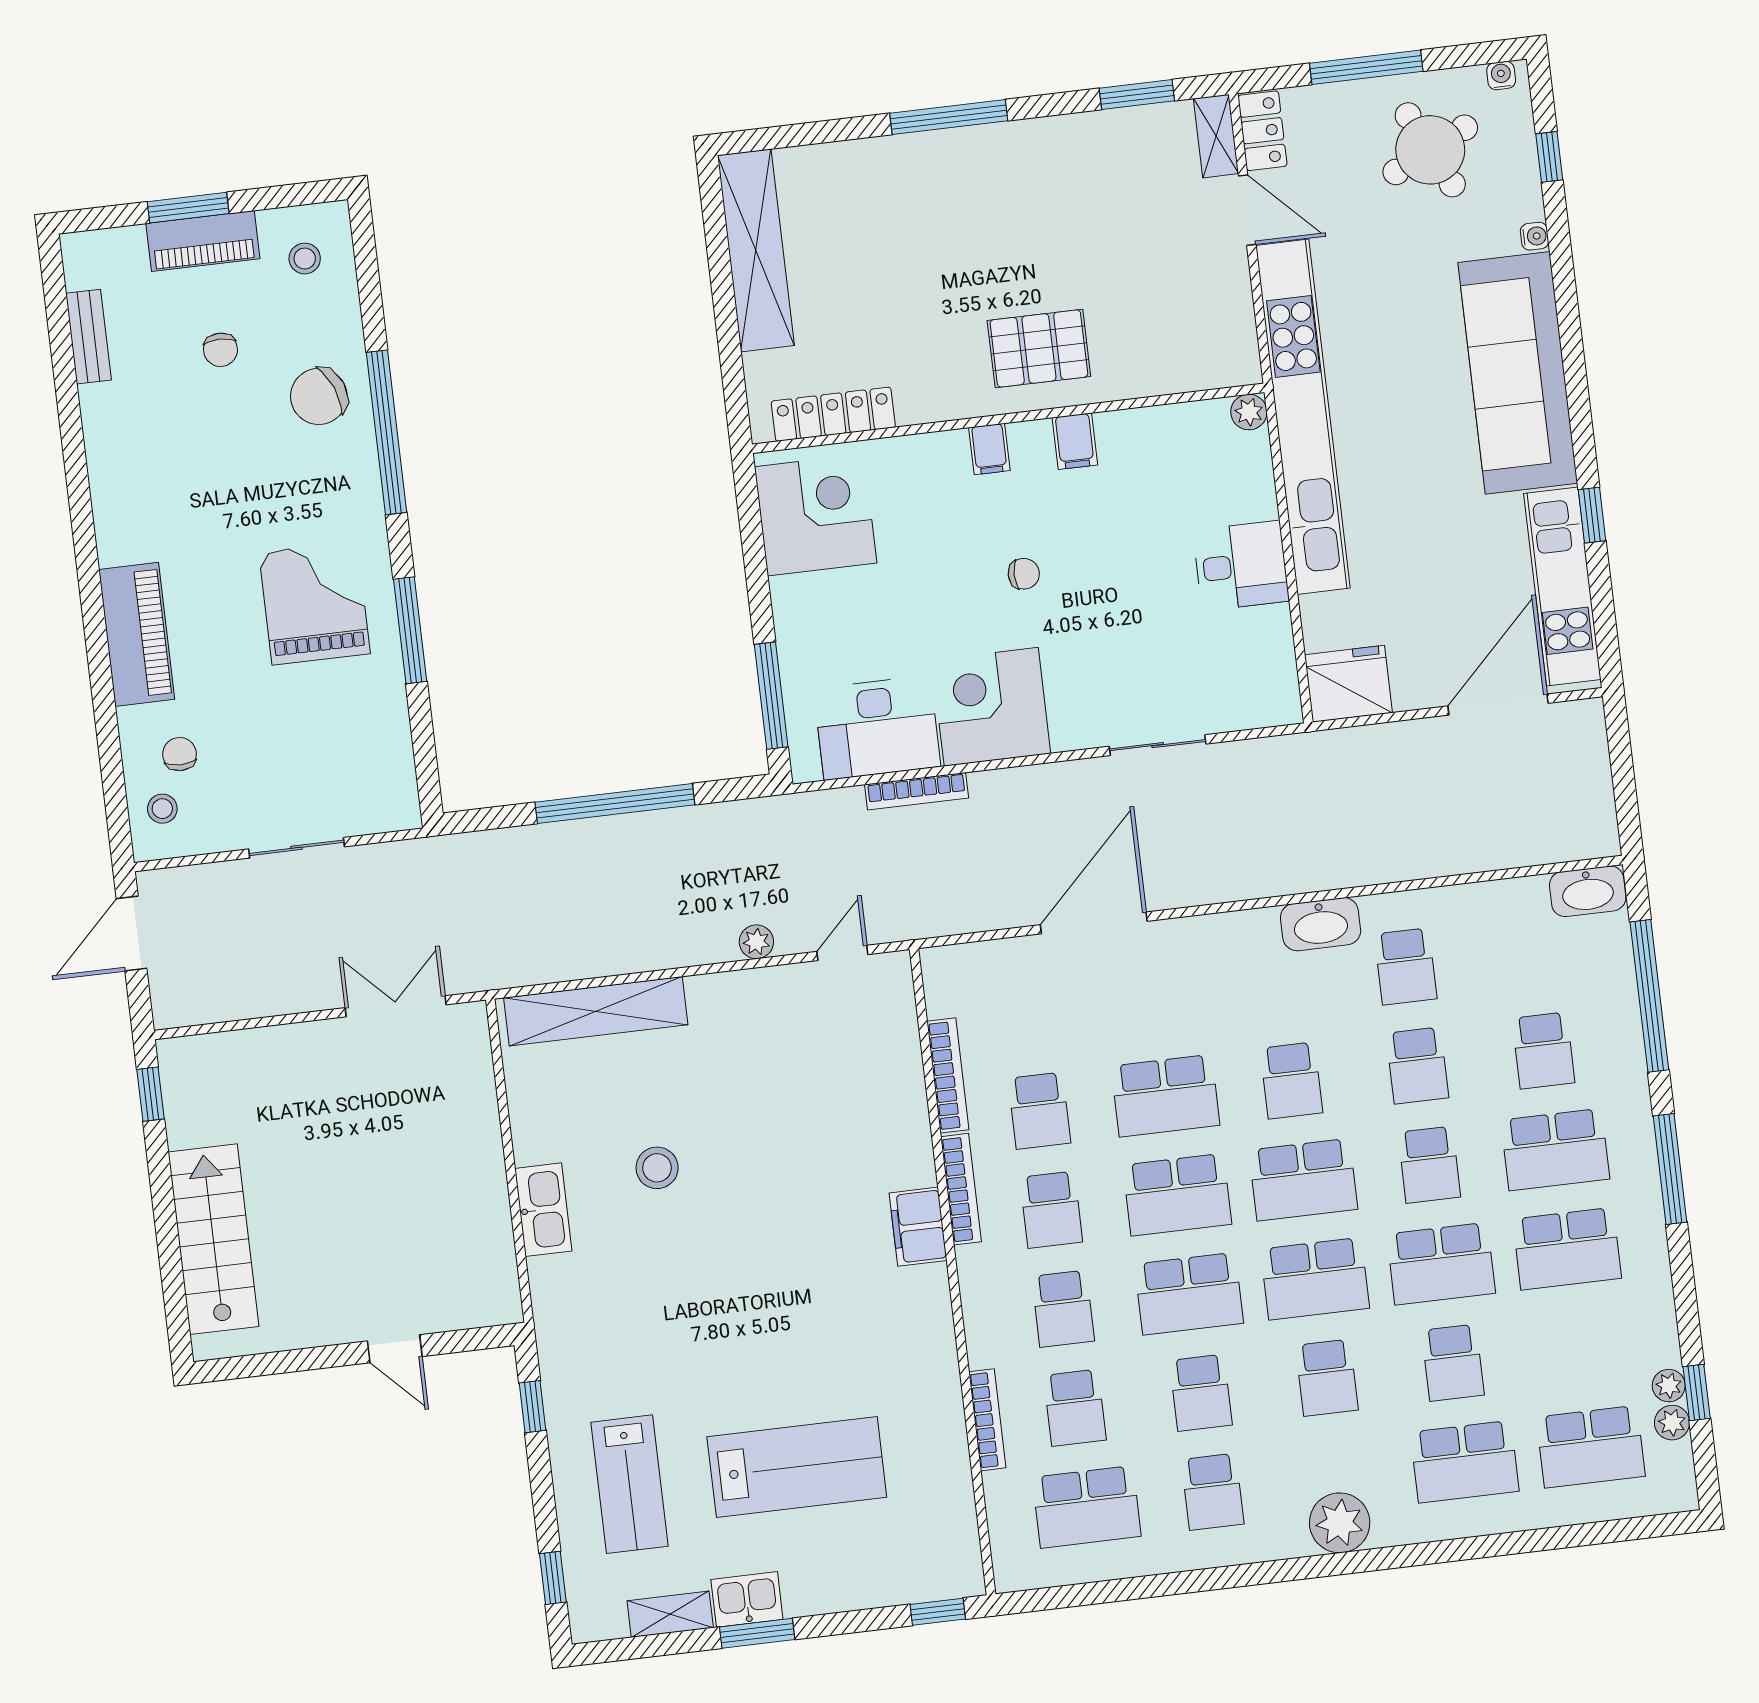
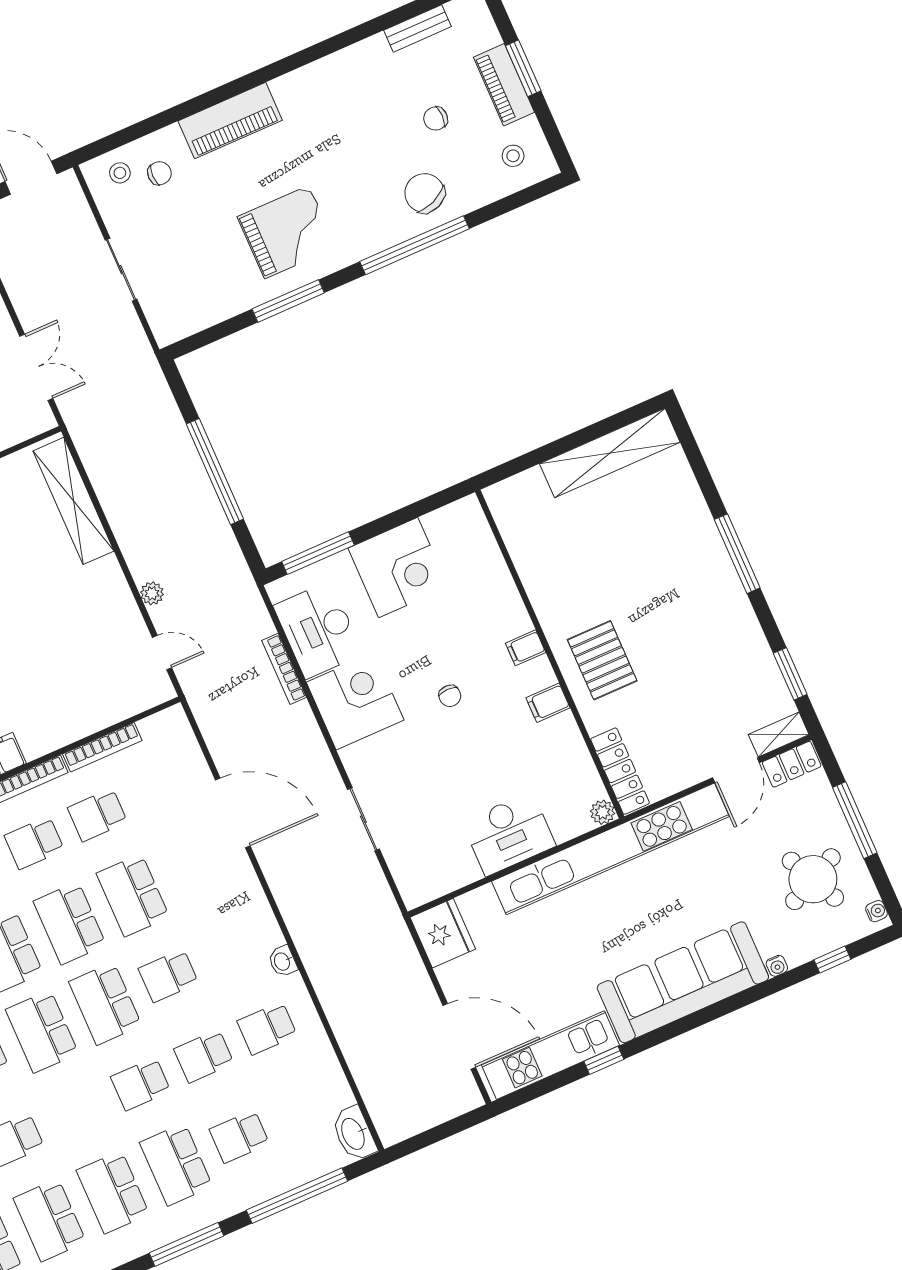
locker: (833, 414) -> (620, 771), moved
corner desk: (816, 515) -> (398, 568), moved
desk: (1241, 566) -> (509, 834), width x1.37
washbasin: (1321, 924) -> (283, 961), width x0.52, depth x0.69
school desk: (1441, 1264) -> (50, 1220), moved

